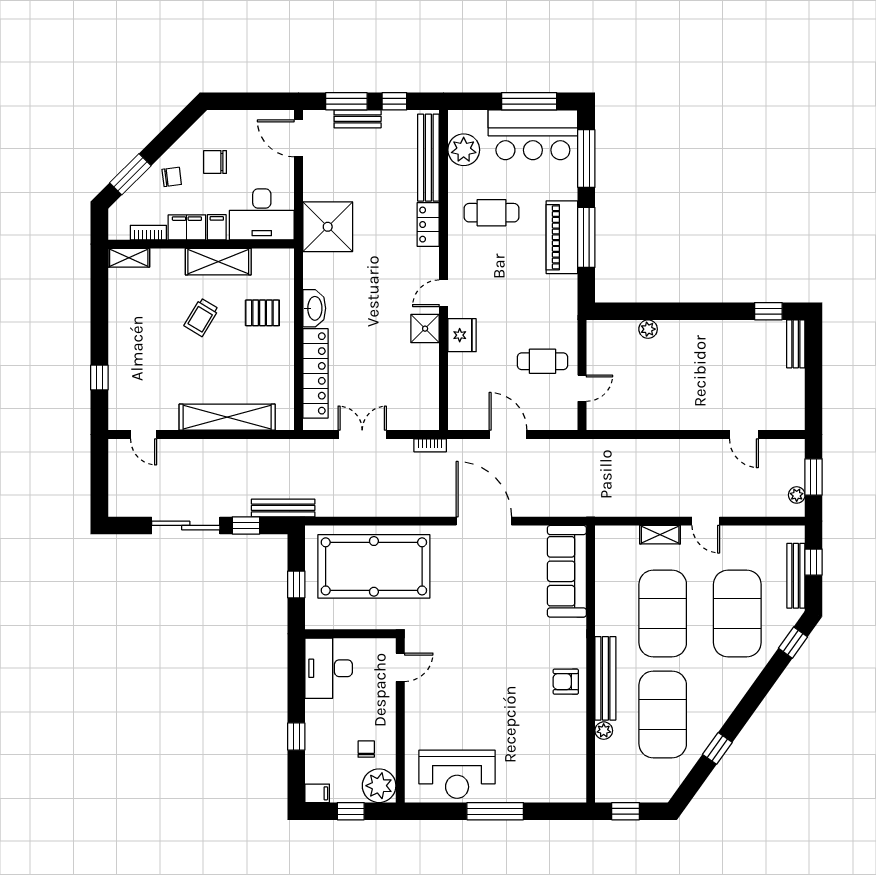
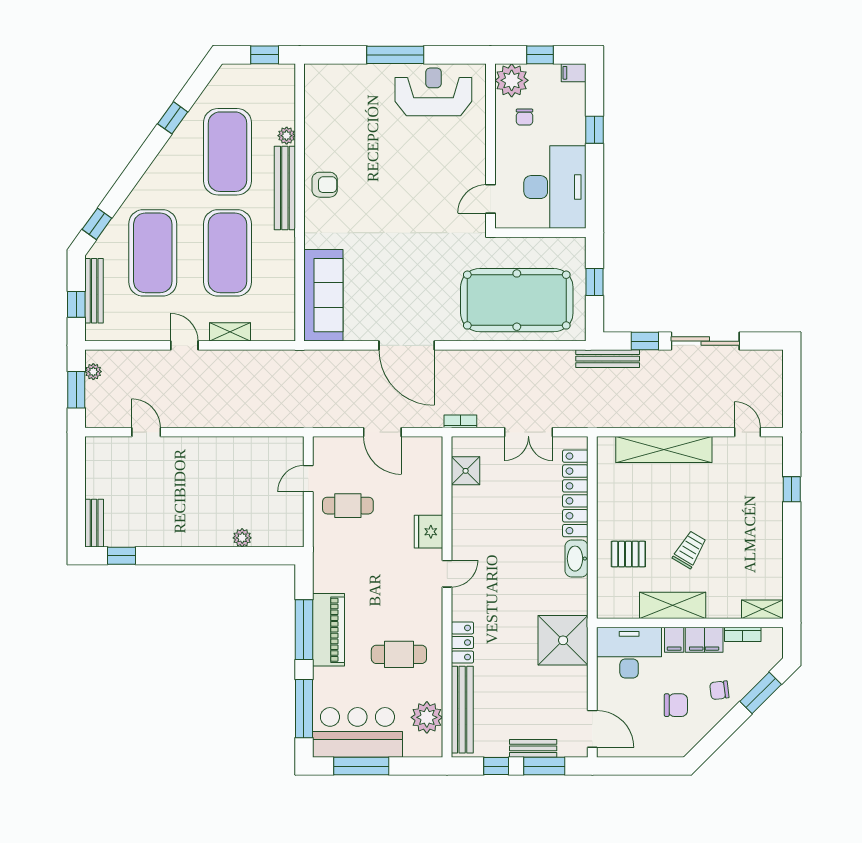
shower: (425, 329) -> (466, 471), moved
desk: (329, 668) -> (555, 187), width x1.36, depth x1.30

